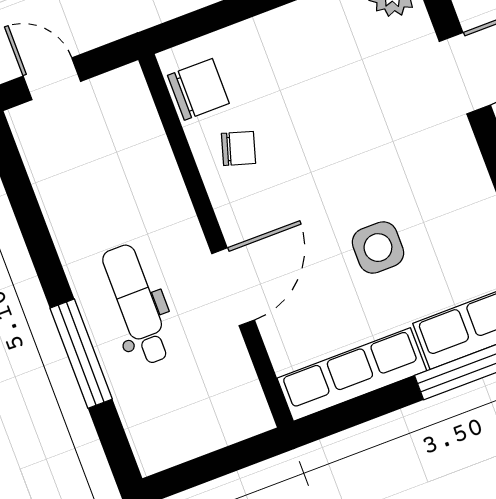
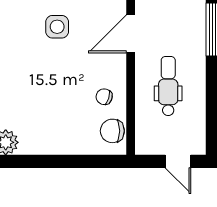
dental chair: (137, 304) -> (168, 86), moved, turned 180

